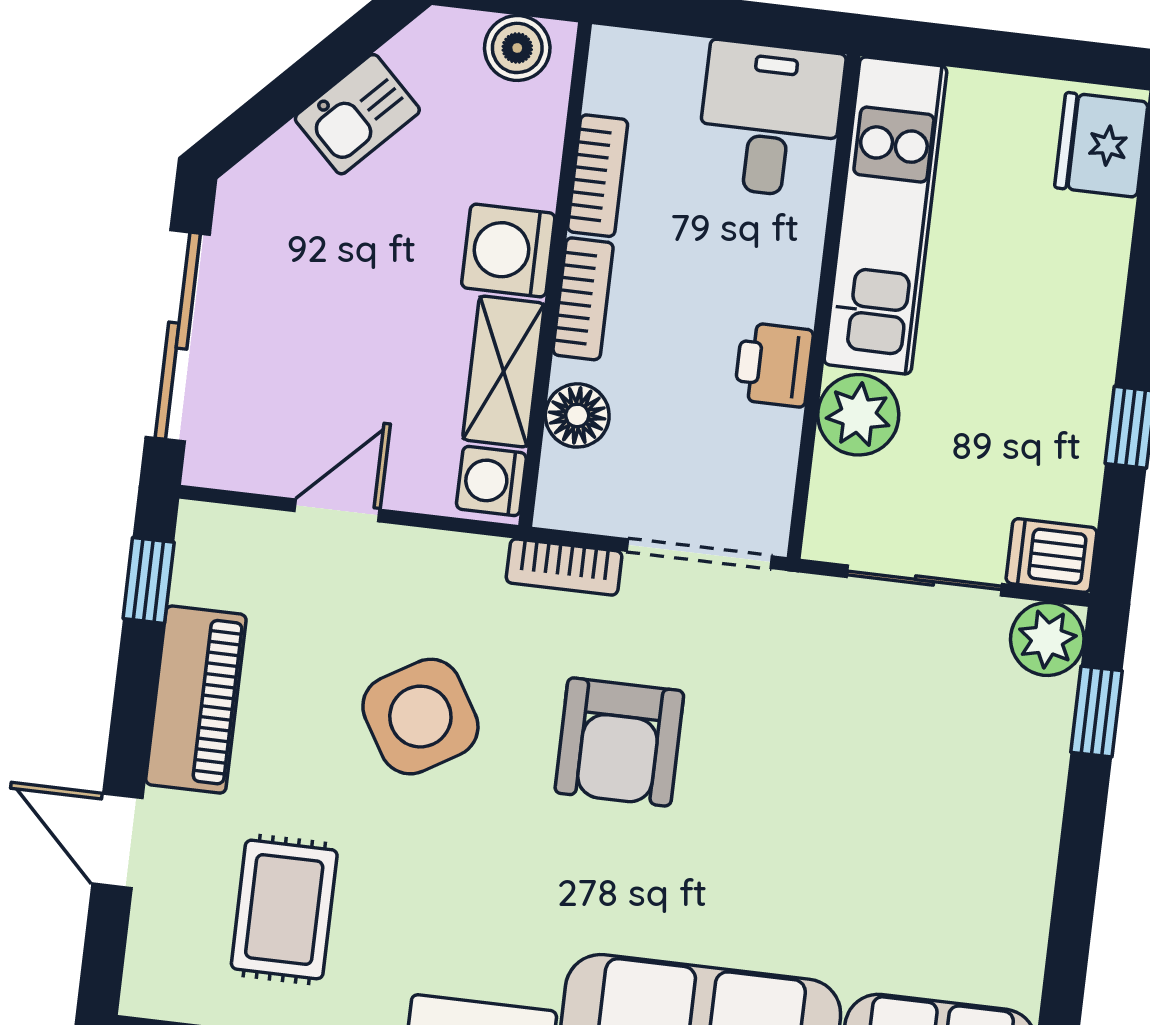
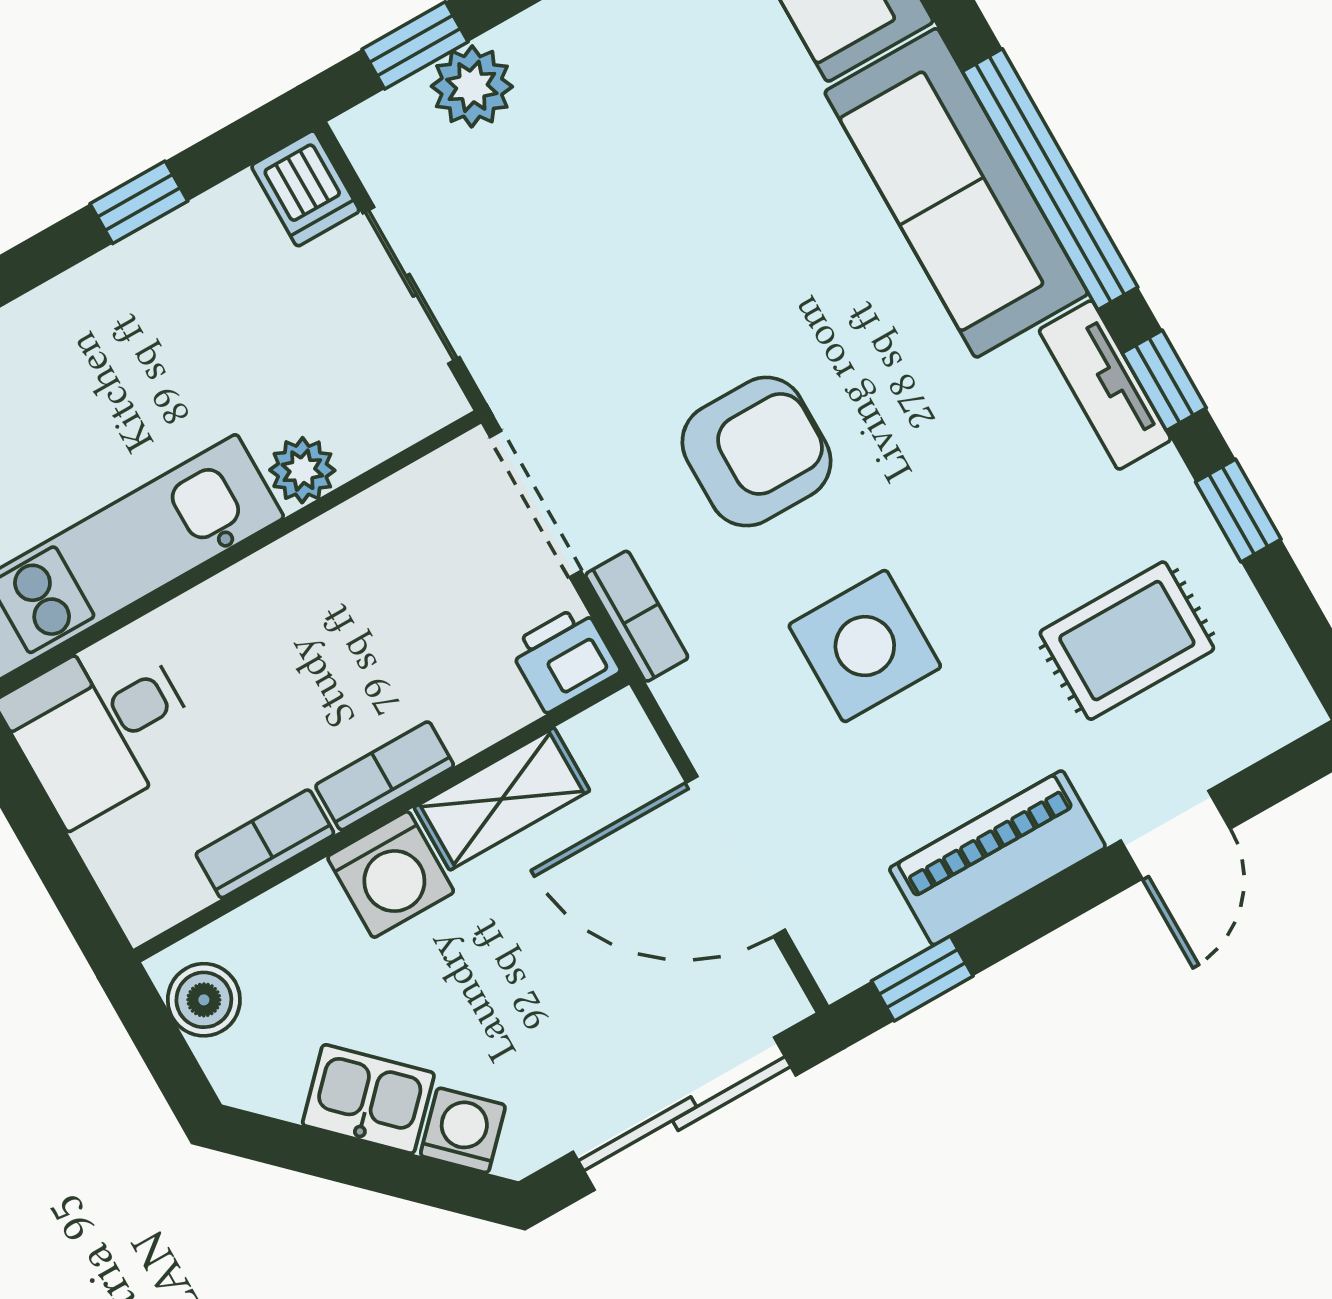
printer: (774, 365) -> (564, 658), moved, turned 180
floor lamp: (577, 415) -> (493, 704), removed
plant: (858, 415) -> (302, 470), width x0.73, depth x0.73
washing machine: (491, 481) -> (463, 1130), moved, turned -136
door: (337, 510) -> (736, 856), width x1.87
plant: (1047, 639) -> (472, 86), moved
side table: (420, 717) -> (865, 646), turned 31

